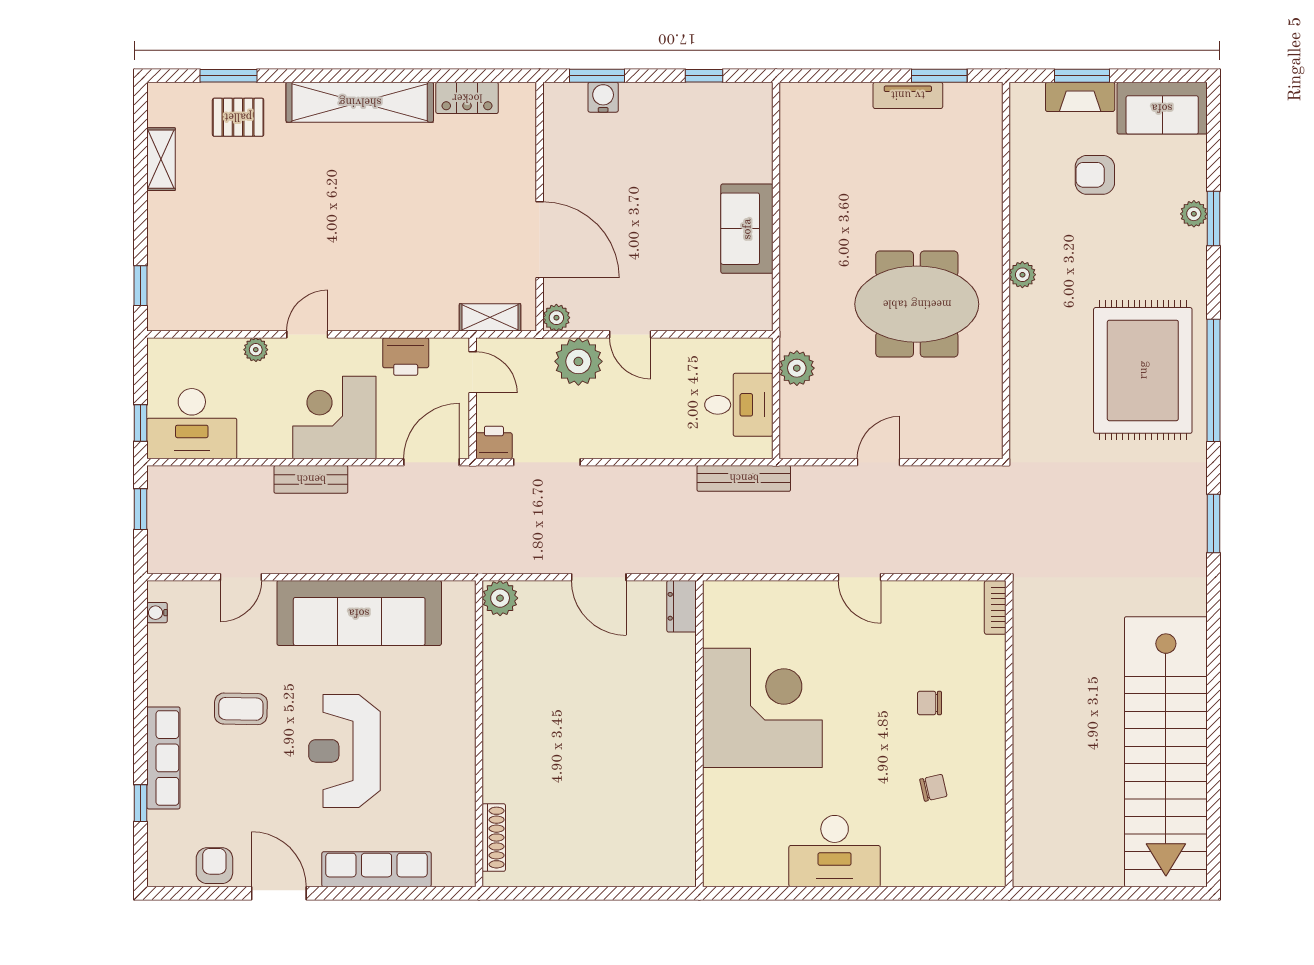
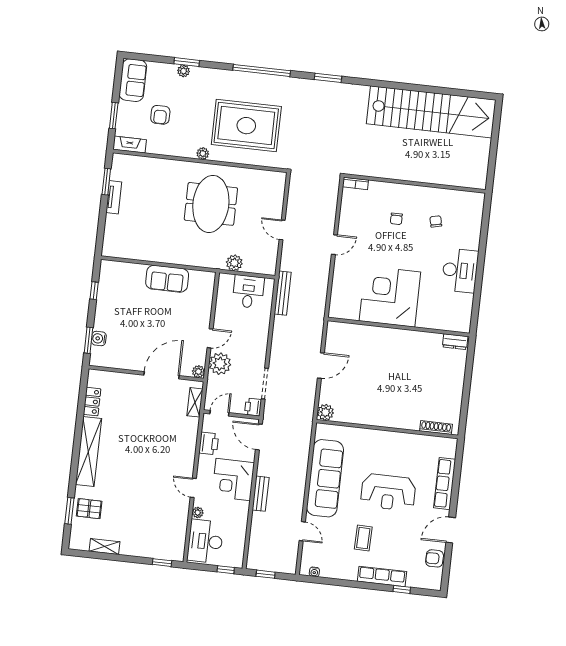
fireplace: (1080, 97) -> (130, 145), moved, turned -90
pallet: (238, 117) -> (89, 509), turned 90
rug: (1143, 370) -> (246, 126), moved
desk: (192, 424) -> (205, 541), moved, turned 180
dresser: (682, 606) -> (455, 342), moved

